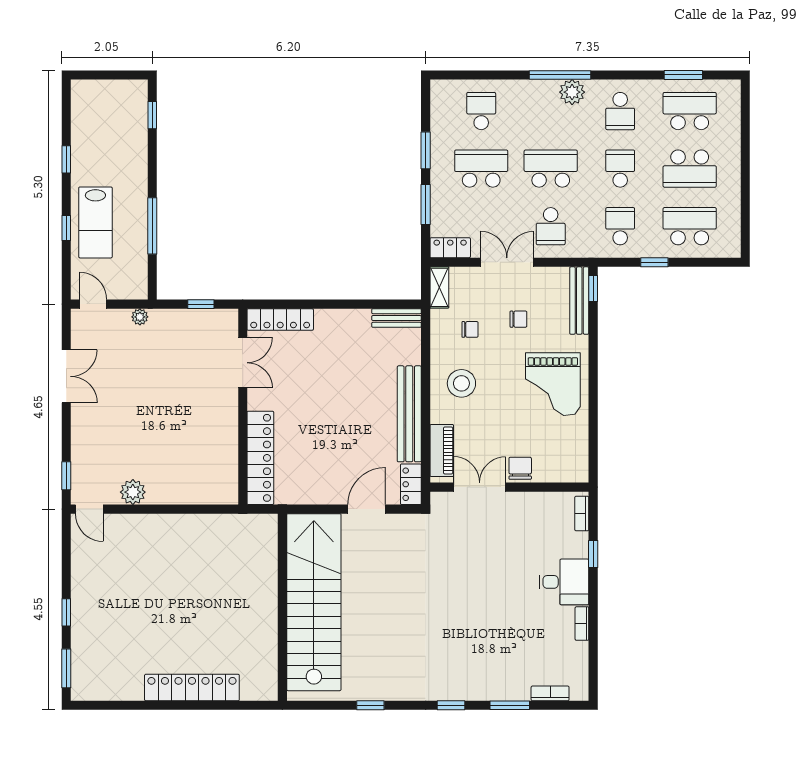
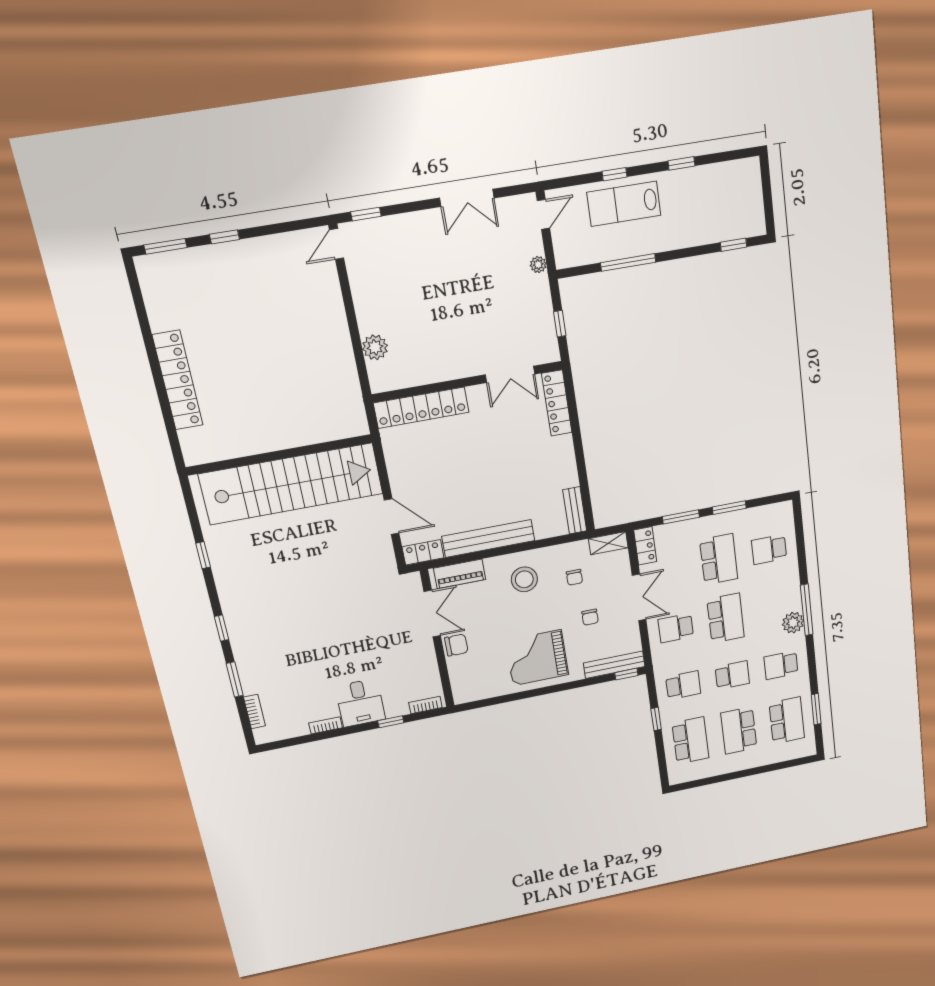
school desk: (481, 111) -> (769, 549), turned 180
plant: (133, 492) -> (375, 347), moved

